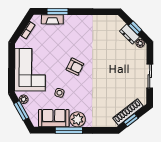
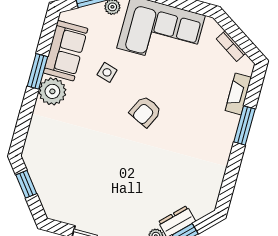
window: (58, 12) -> (244, 125), moved
shoe rack: (128, 112) -> (42, 183), removed
window: (69, 130) -> (37, 71), width x0.69

